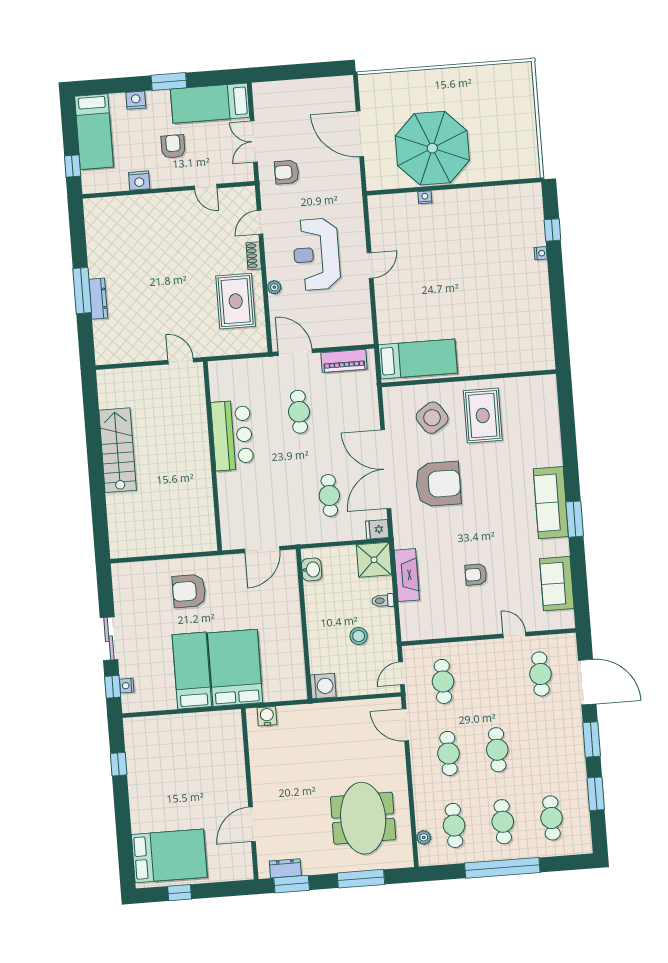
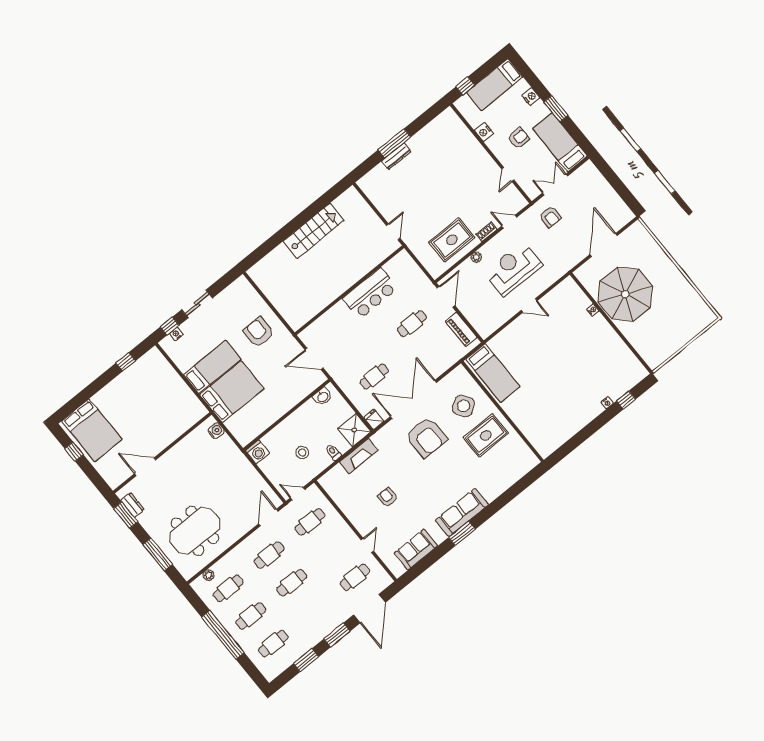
armchair: (287, 172) -> (550, 217), turned 180

